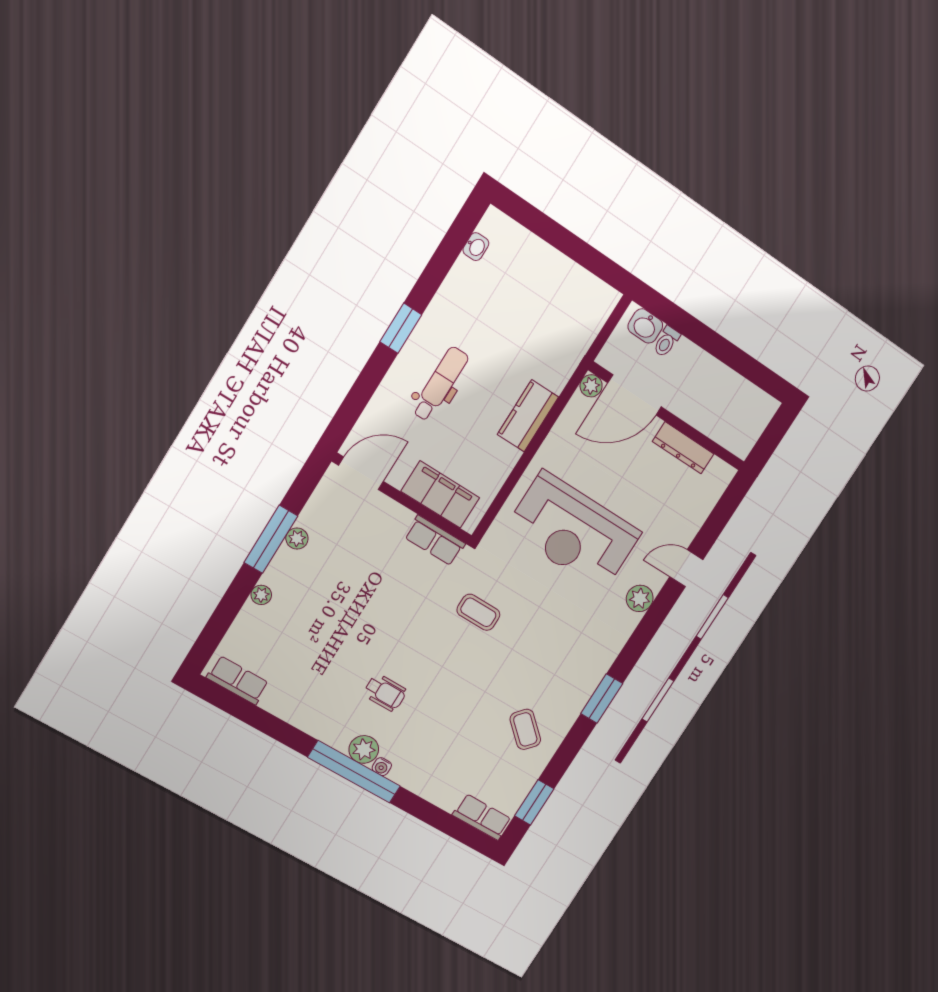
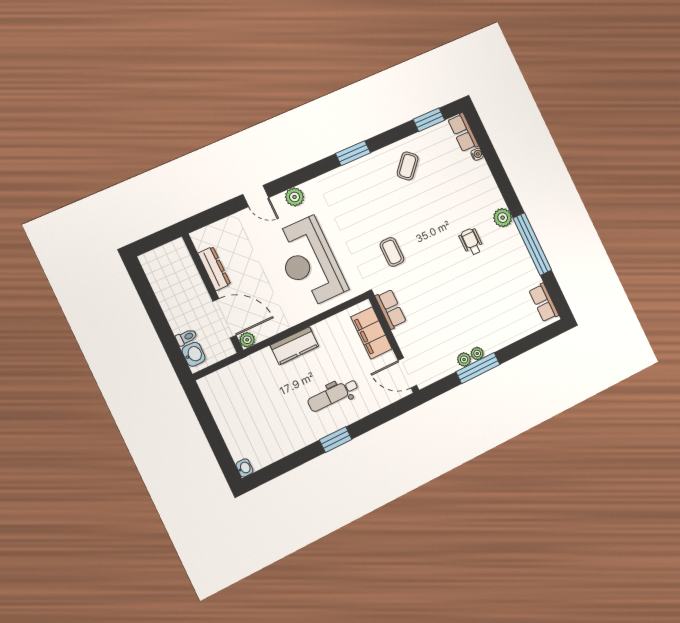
washbasin: (476, 247) -> (244, 468), moved, turned 90
reception desk: (573, 531) -> (309, 262), turned 180
plant: (261, 595) -> (477, 353), moved
water cooler: (382, 767) -> (477, 154), moved
window: (354, 772) -> (532, 244), moved

